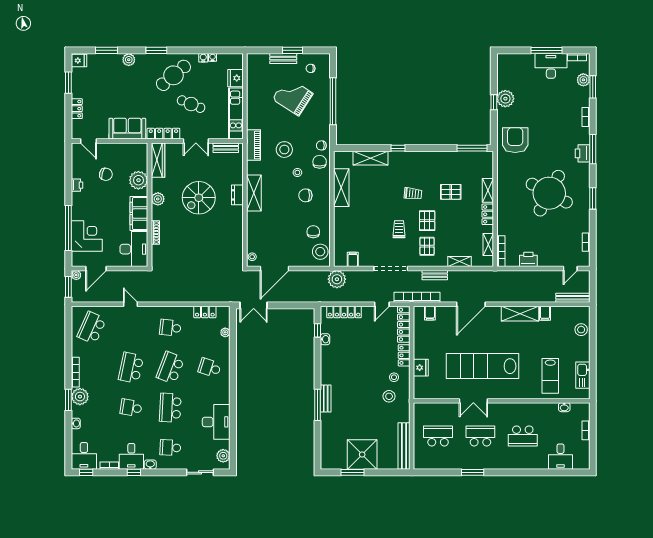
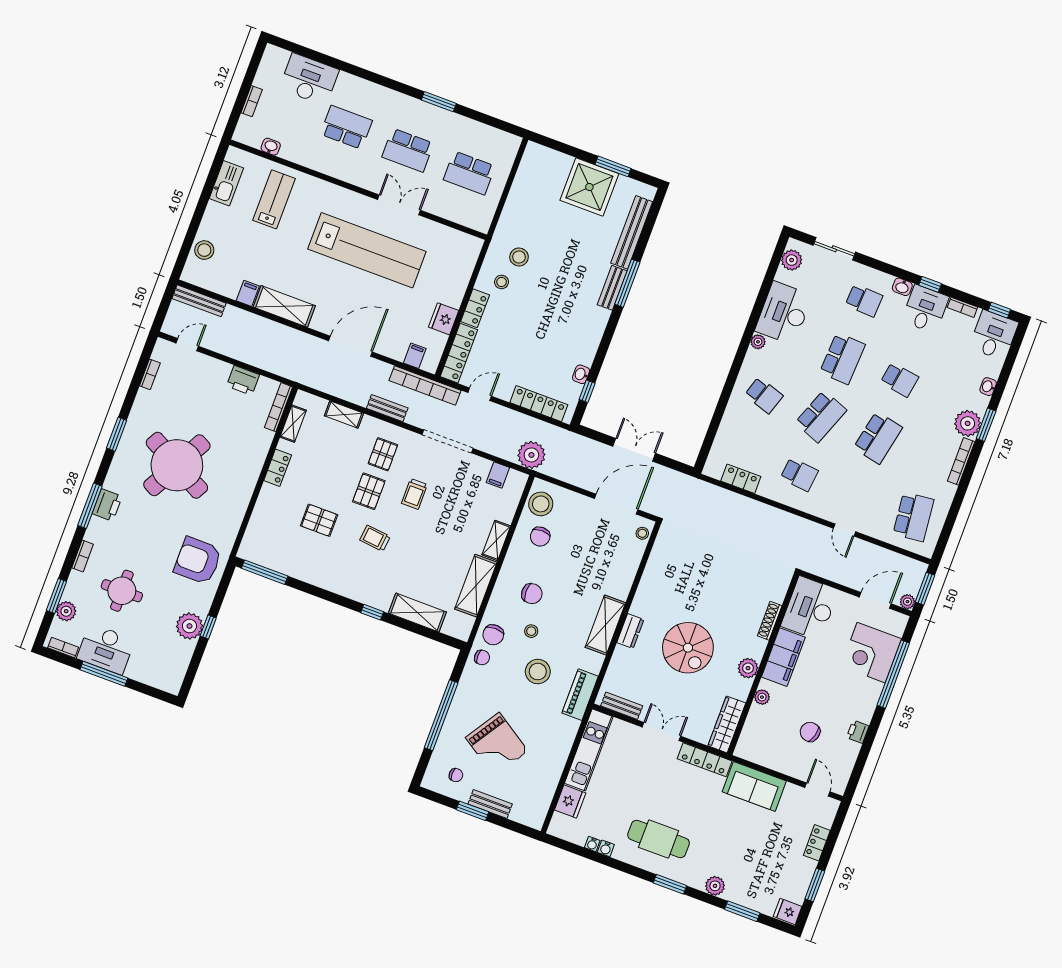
cafe table: (173, 75) -> (659, 839), turned 40
cafe table: (191, 104) -> (648, 788), removed
round table: (554, 105) -> (122, 591), added
armchair: (515, 140) -> (198, 561), turned 90
plant: (138, 180) -> (762, 697), width x0.53, depth x0.53
shelving: (488, 190) -> (496, 540), moved
spiral stairs: (199, 198) -> (688, 648), turned 90
double door: (254, 305) -> (634, 450), moved
school desk: (92, 328) -> (913, 517), turned -30
plant: (225, 332) -> (758, 342), moved
fridge: (421, 368) -> (444, 319), moved
bench: (404, 446) -> (632, 232), moved
desk: (560, 457) -> (309, 79), width x1.37

